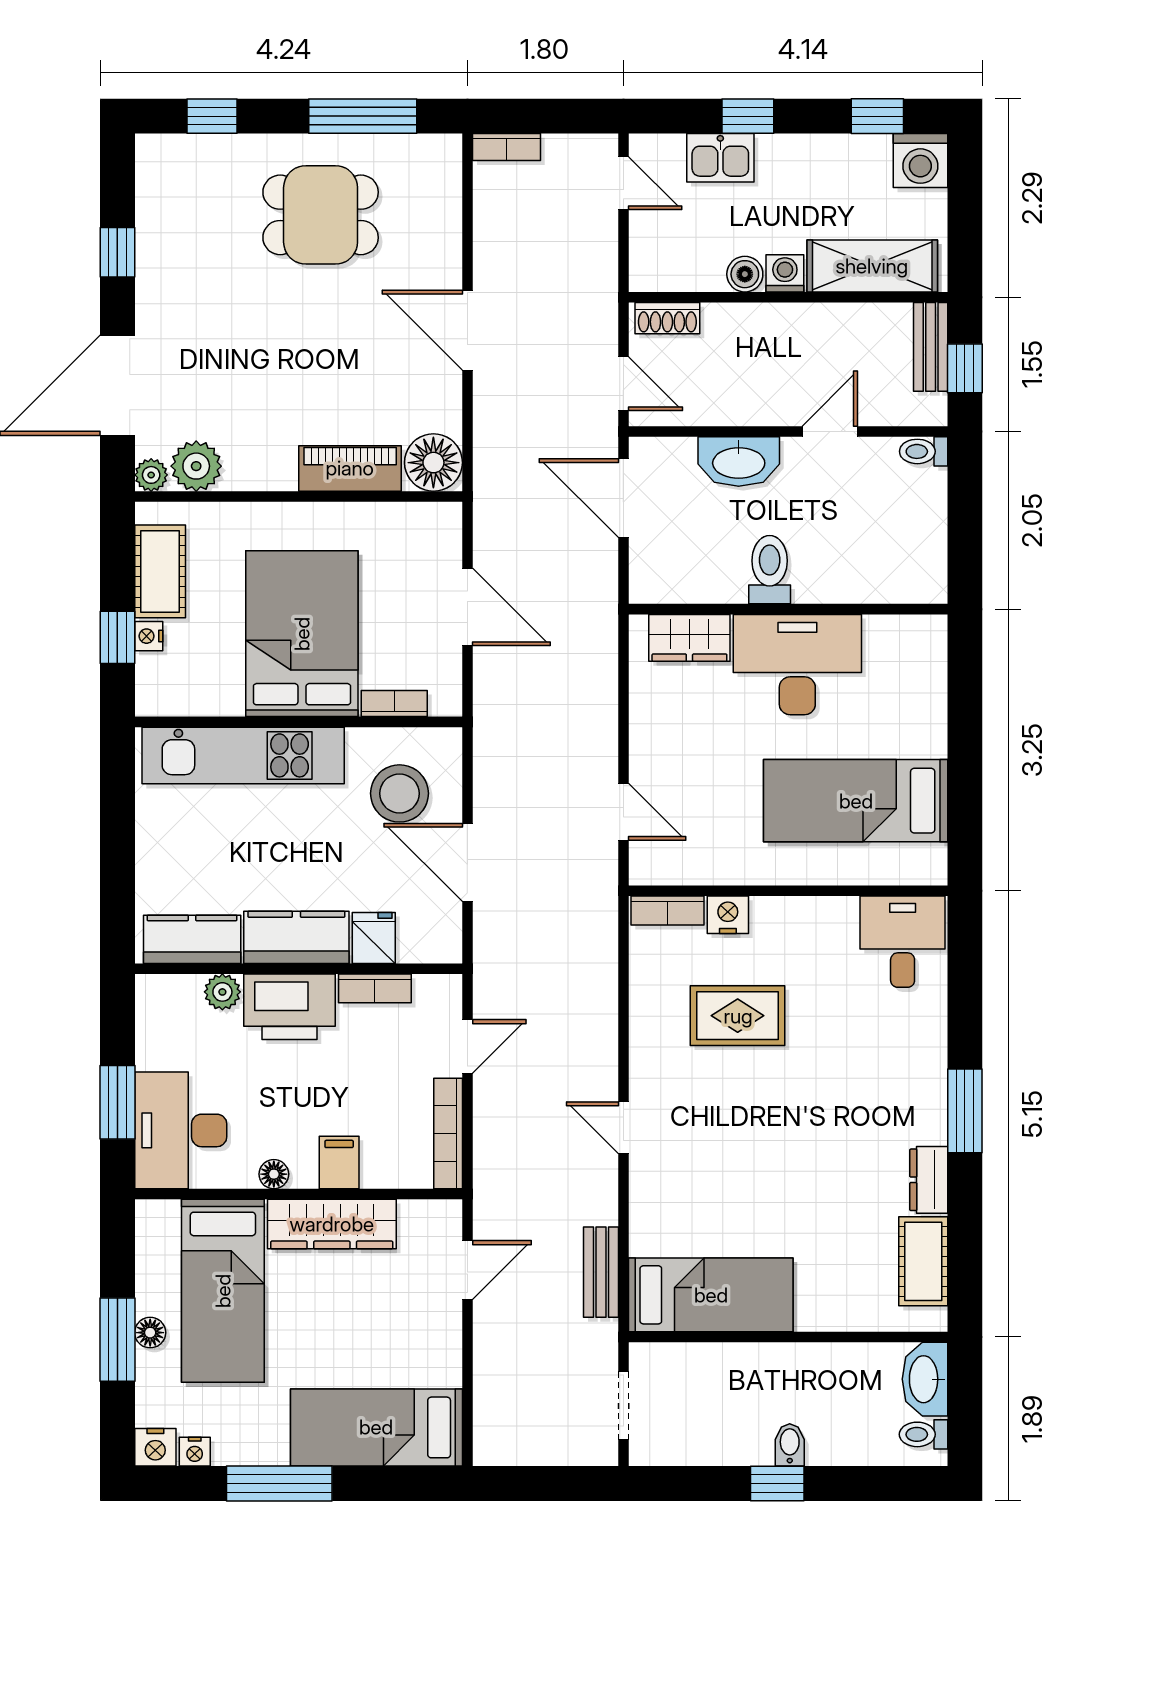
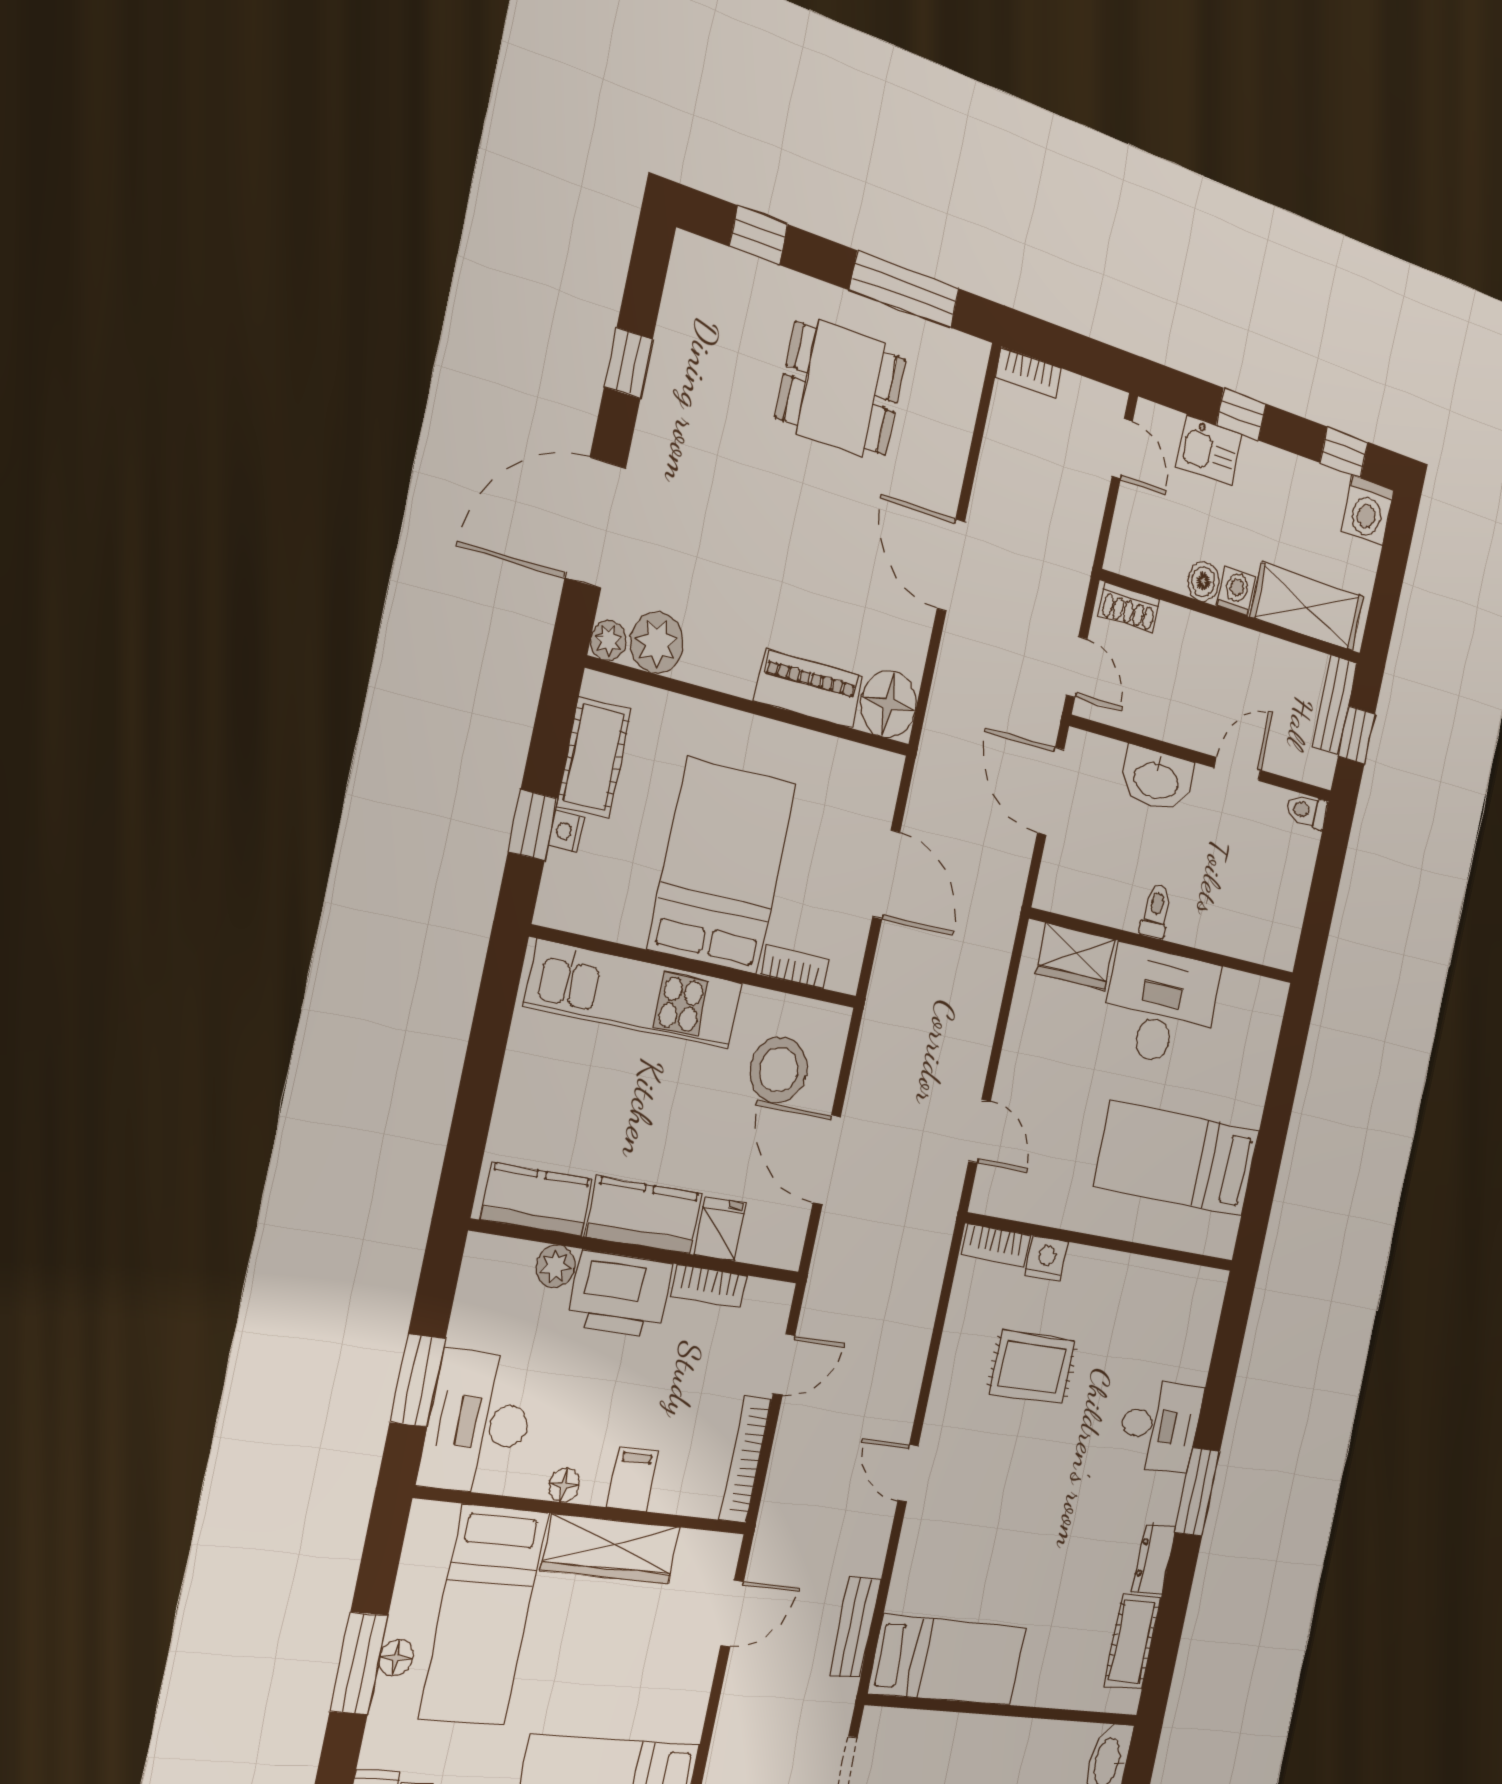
toilet: (770, 570) -> (1156, 911), width x0.73, depth x0.72
desk: (903, 942) -> (1160, 1426), moved, turned 90

